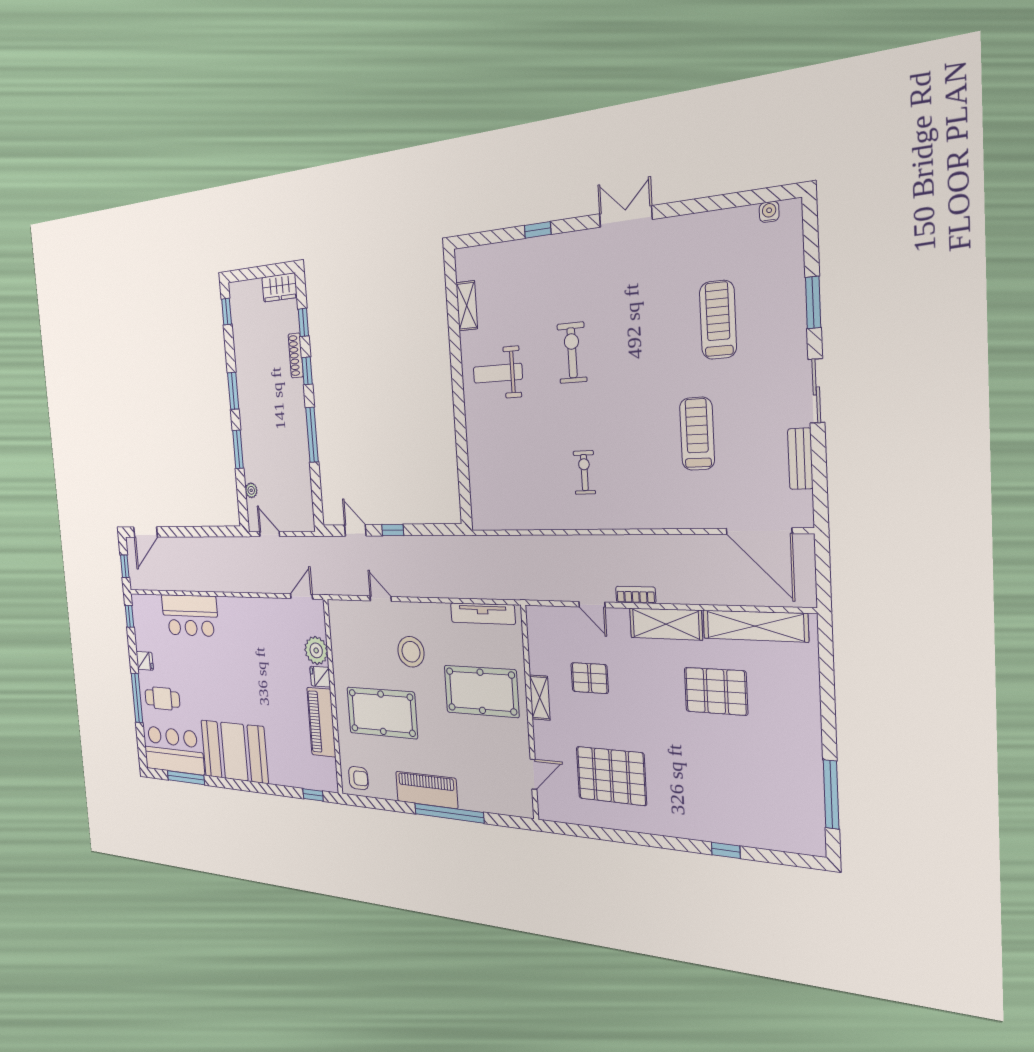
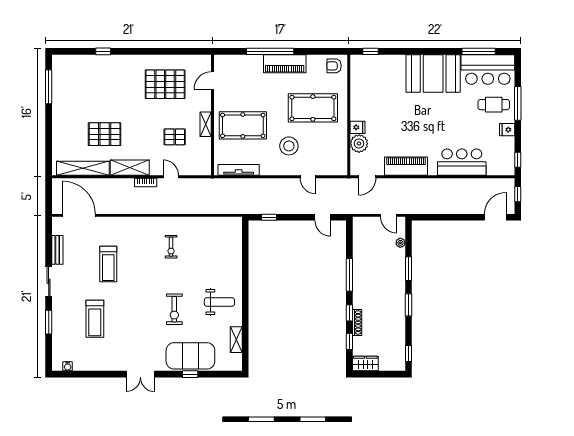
exercise mat: (539, 265) -> (190, 356), added
window: (393, 530) -> (269, 217), moved
piano: (321, 722) -> (406, 166), moved, turned -90

